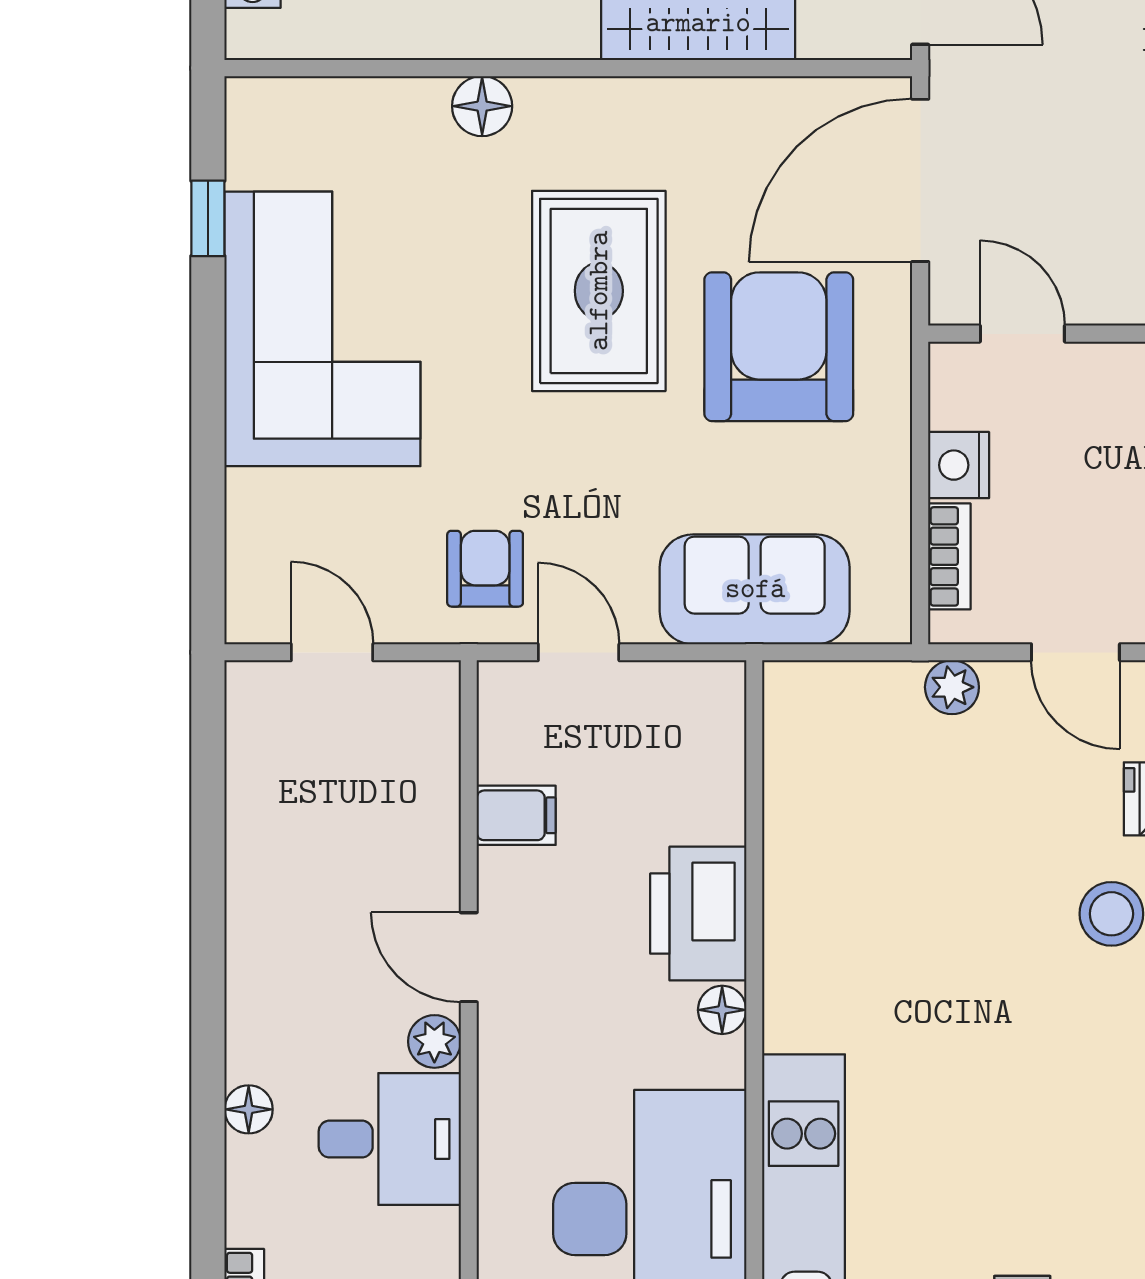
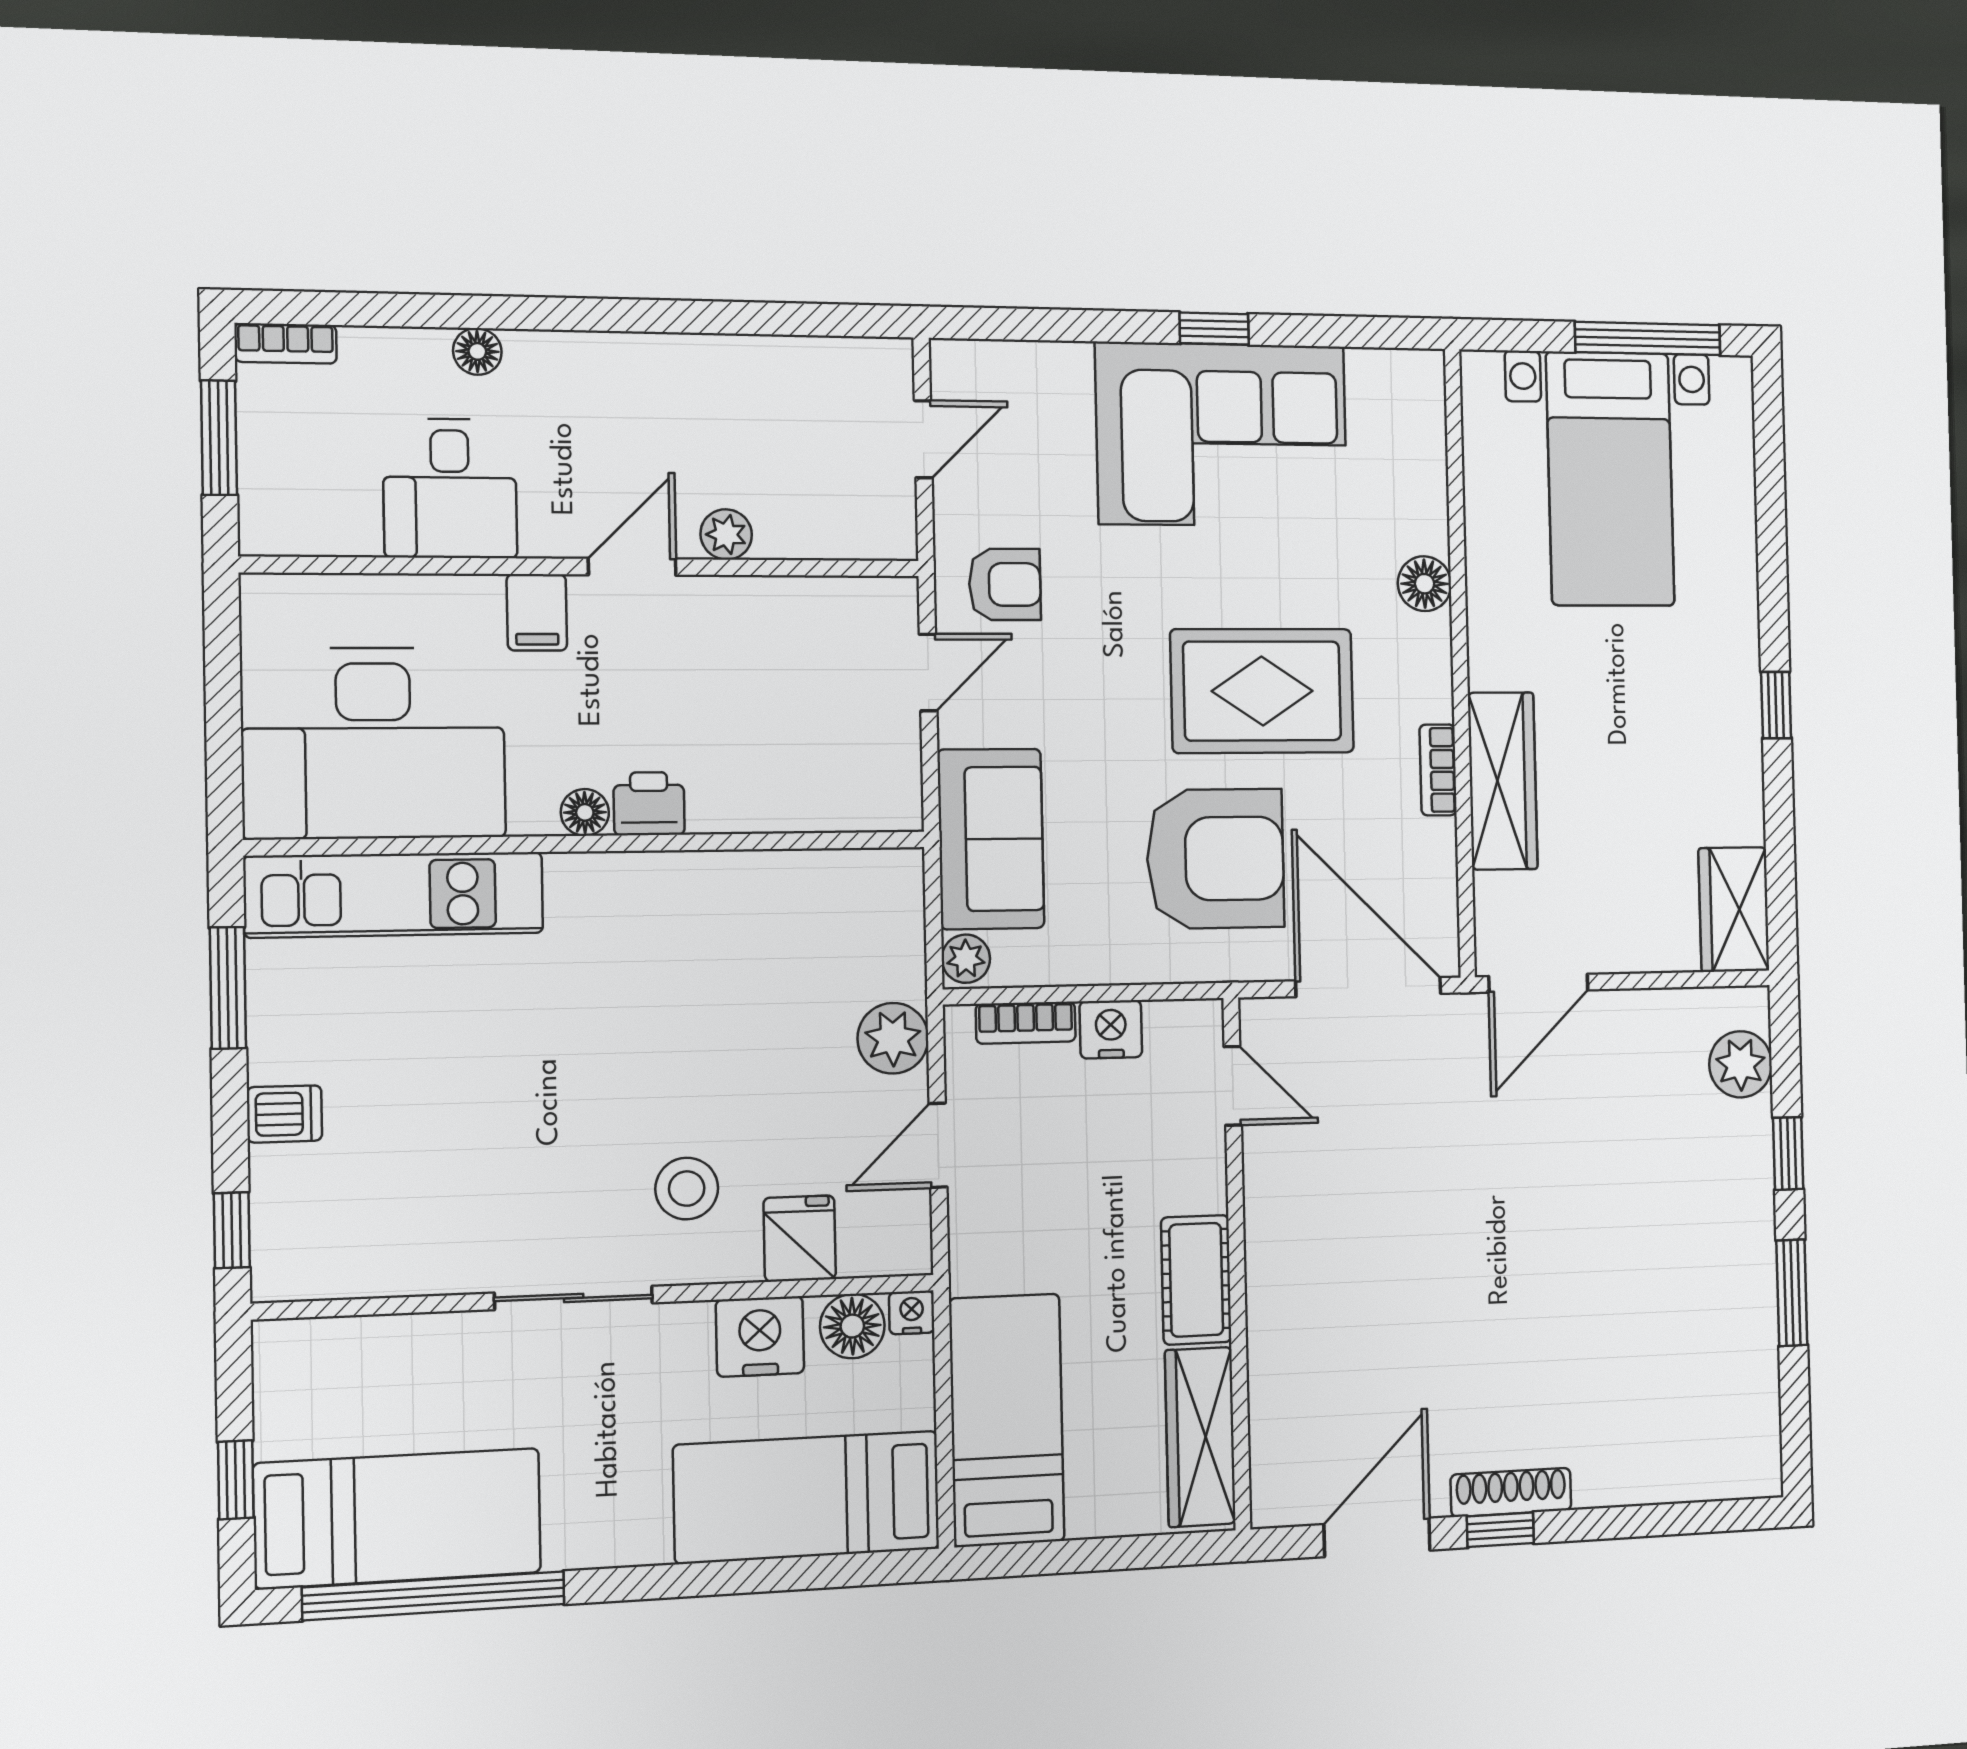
bookcase: (685, 96) -> (1438, 770), added
window: (208, 218) -> (1214, 329), moved
door: (1022, 334) -> (1233, 1086), hinge flipped
plant: (880, 619) -> (966, 959), added
plant: (952, 687) -> (893, 1038), width x1.38, depth x1.38
filing cabinet: (516, 815) -> (537, 612), moved
printer: (698, 914) -> (649, 804), width x0.53, depth x0.68
plant: (434, 1041) -> (726, 534), moved

